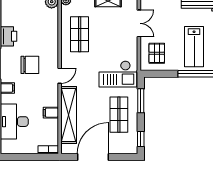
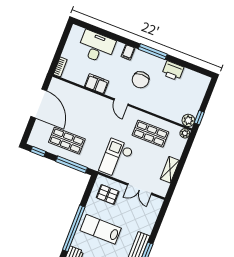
checkout: (118, 74) -> (116, 159), moved
window: (141, 101) -> (71, 164), width x1.44
filing cabinet: (51, 113) -> (97, 84), width x2.00
shelving: (69, 115) -> (84, 97), removed

